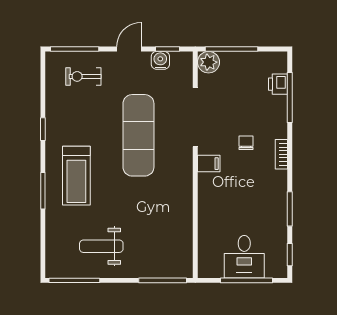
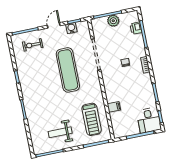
plant: (208, 62) -> (113, 21), moved
filing cabinet: (209, 164) -> (114, 107), moved
treadmill: (76, 176) -> (92, 119), moved
desk: (244, 257) -> (149, 120), moved

